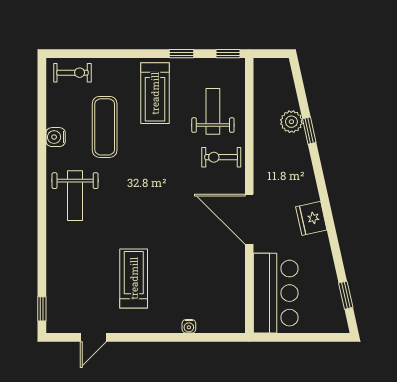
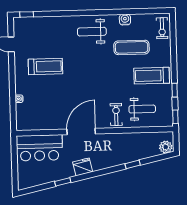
plant: (291, 122) -> (166, 147), moved
window: (346, 295) -> (63, 182), moved

